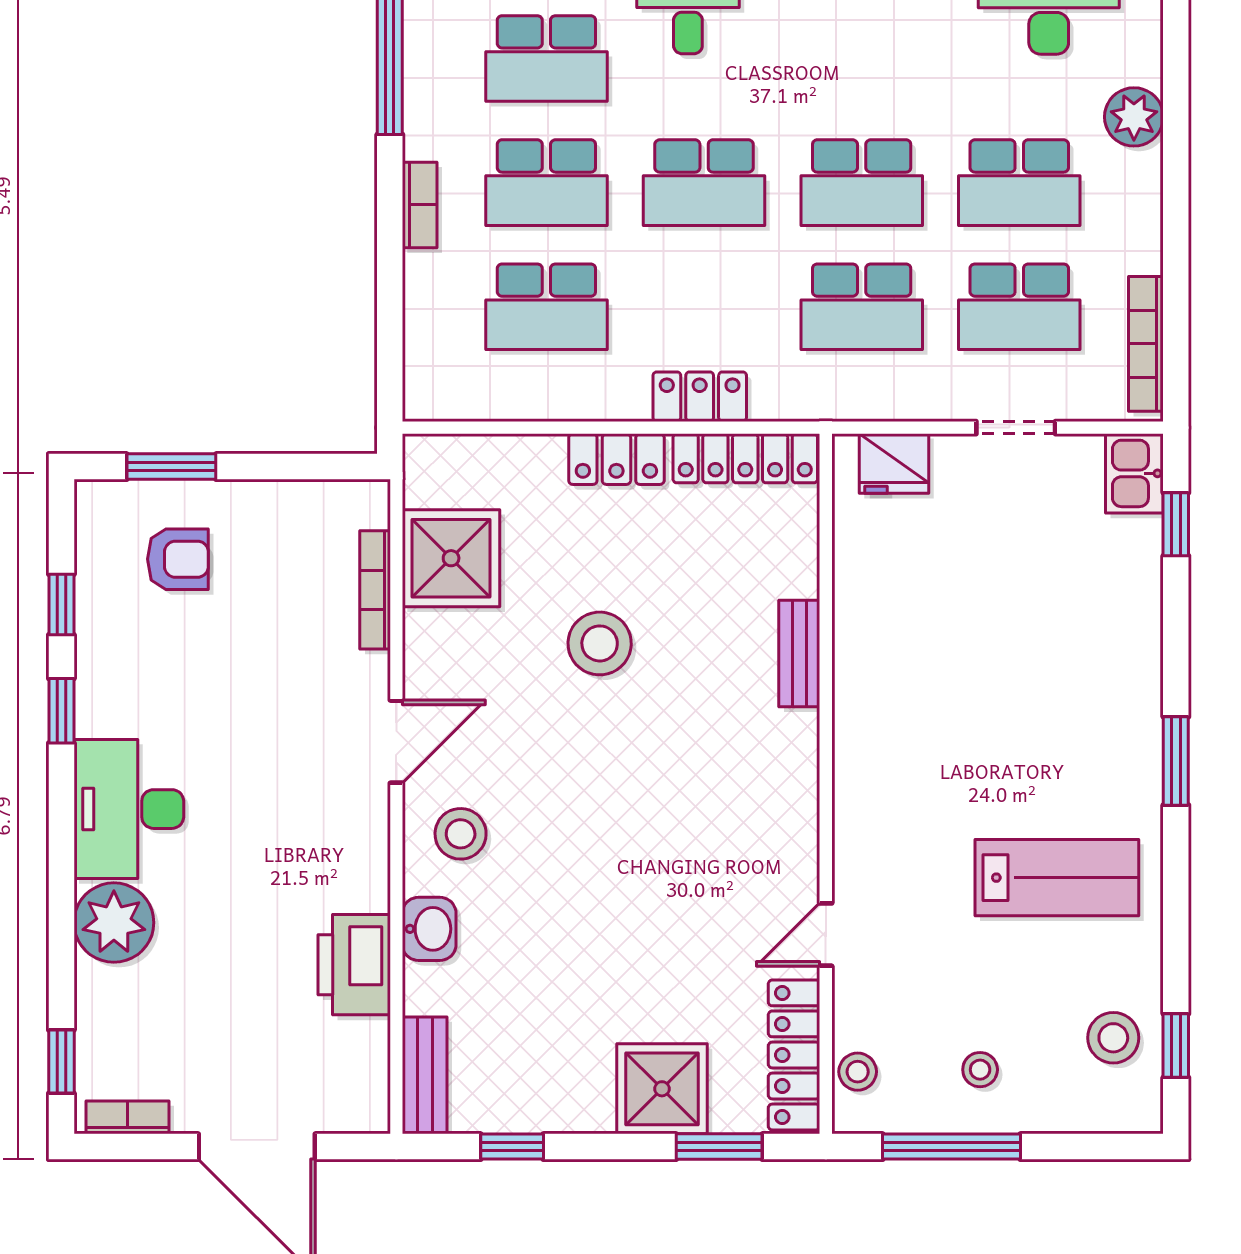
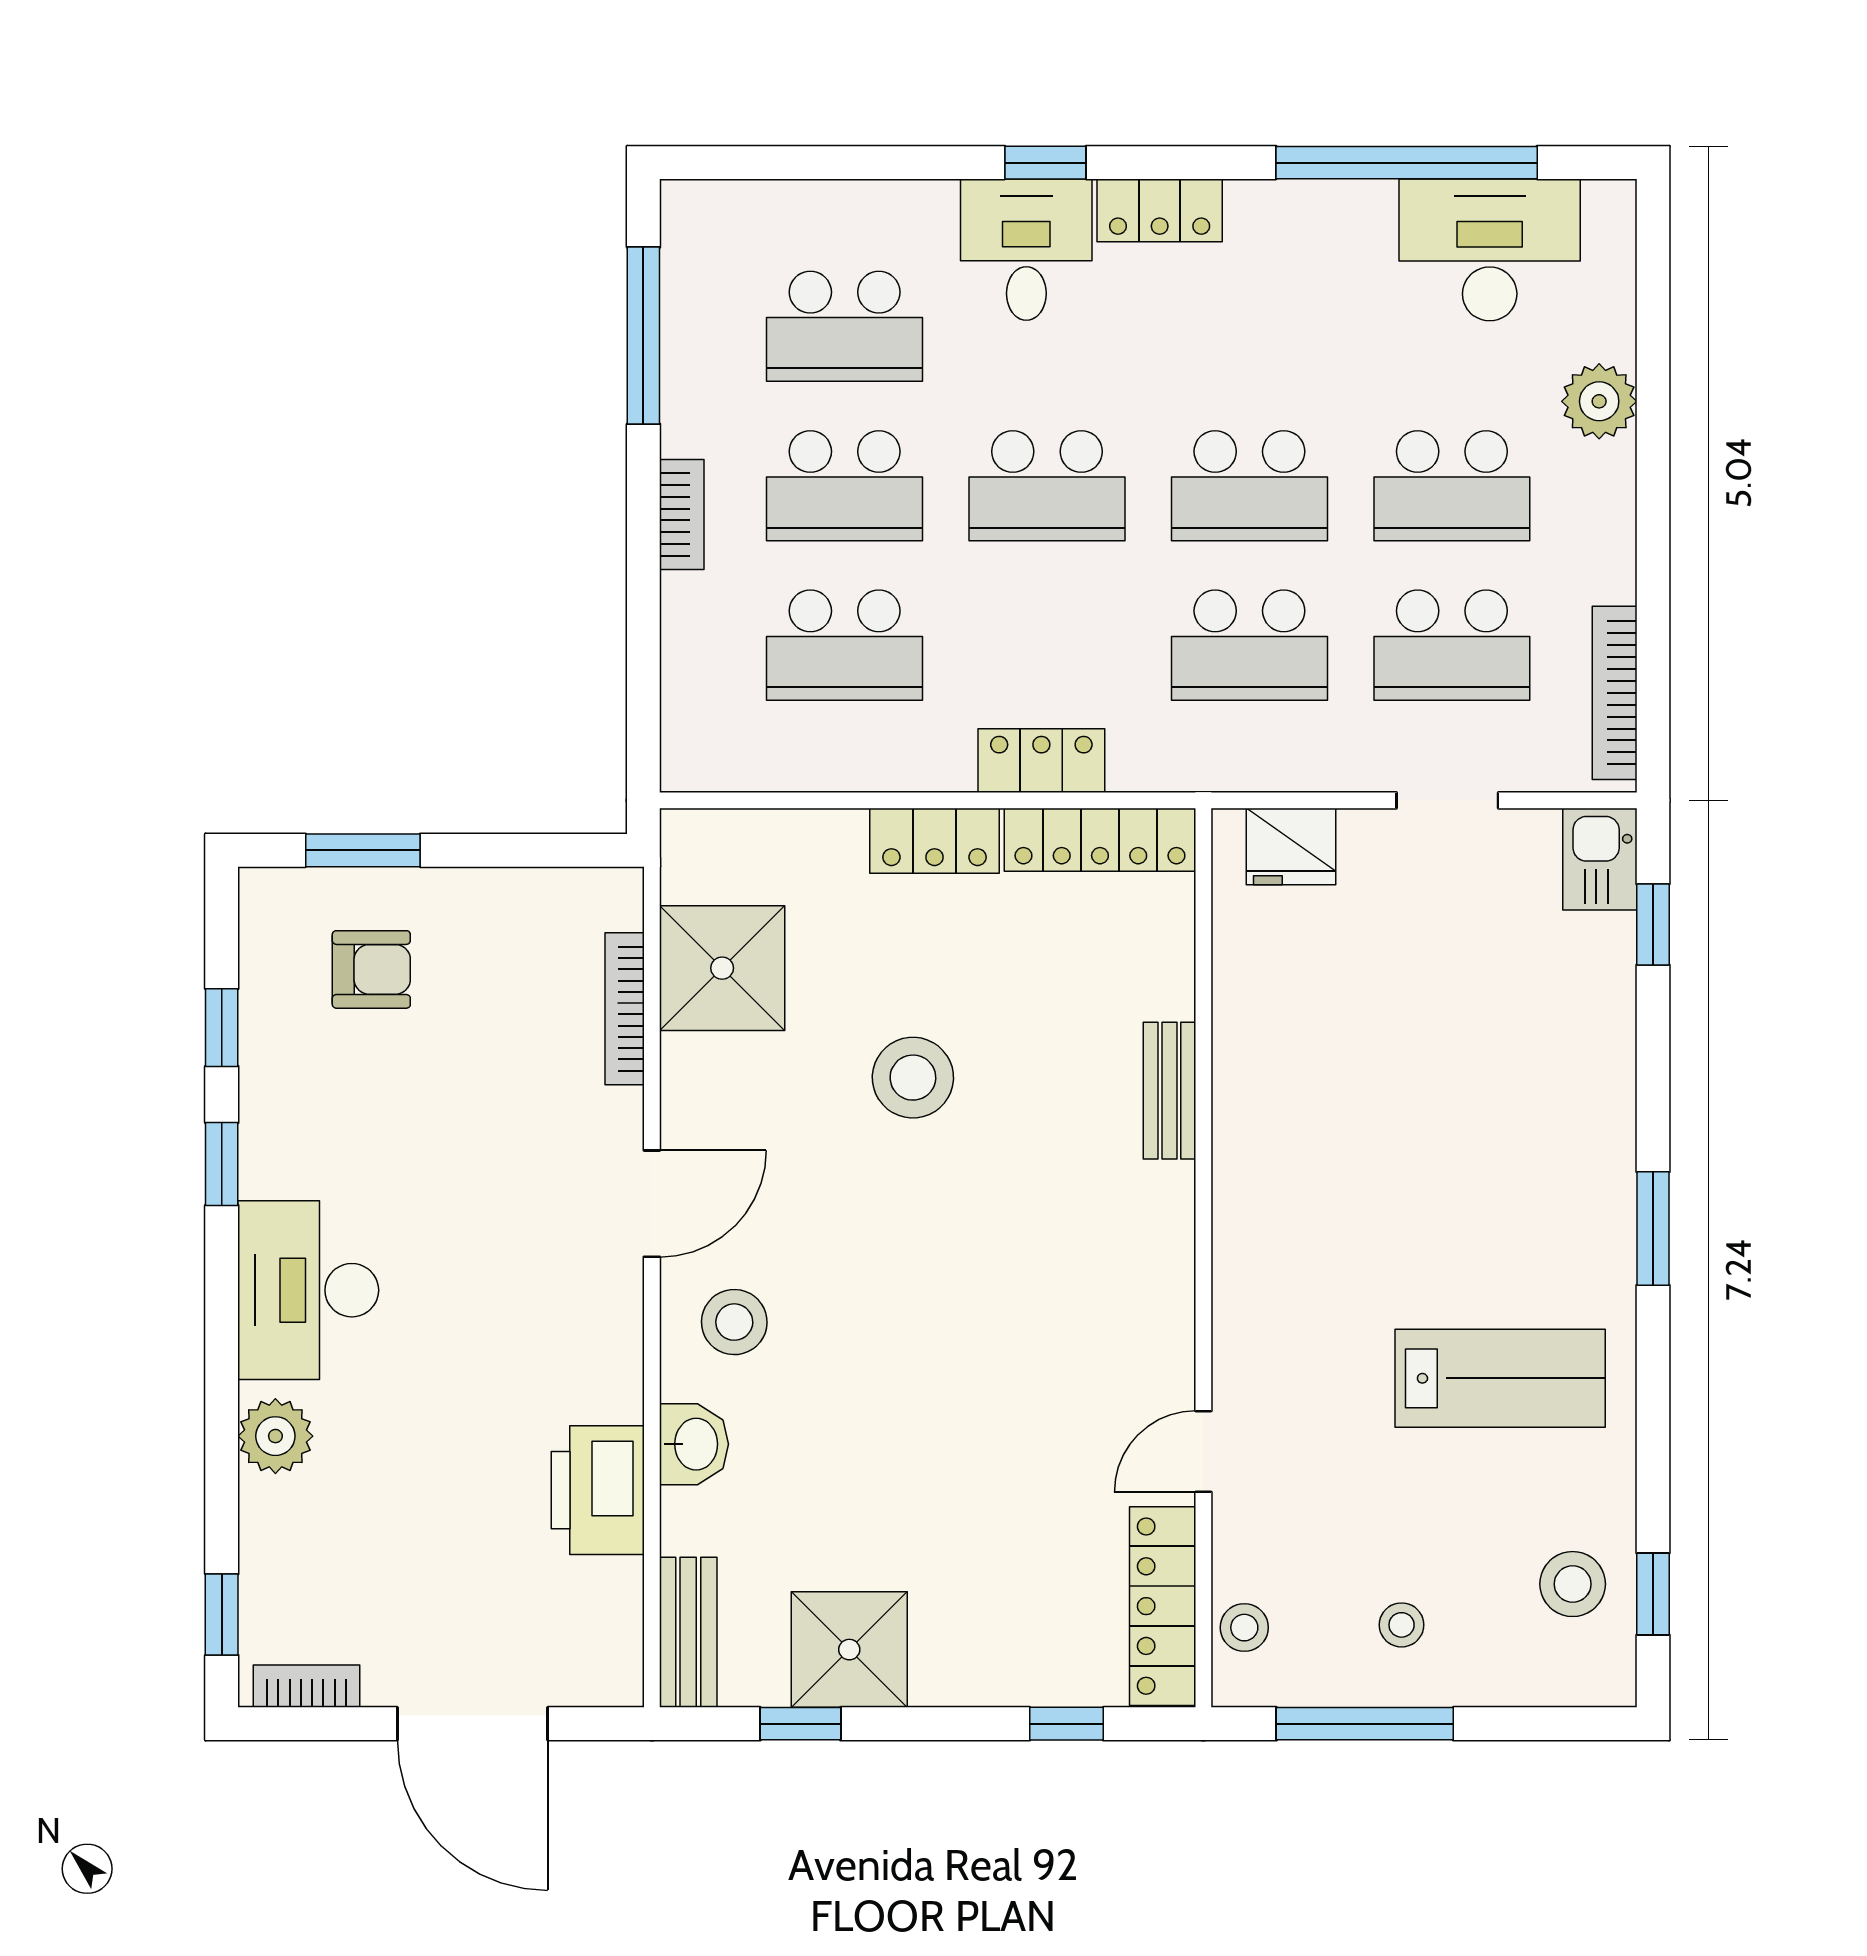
plant: (114, 923) -> (275, 1436), width x0.73, depth x0.73
shower: (662, 1089) -> (849, 1650), moved
window: (719, 1147) -> (1067, 1724), width x0.67

